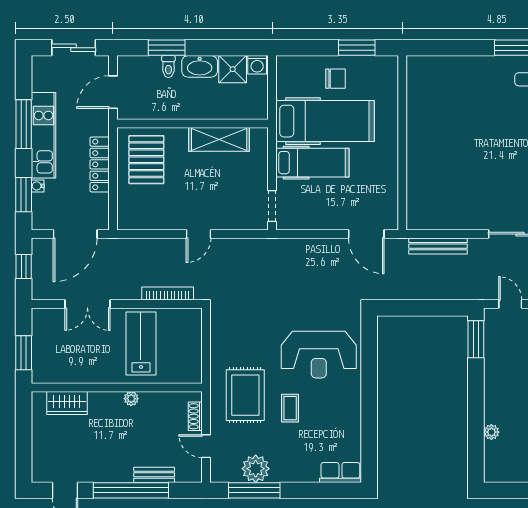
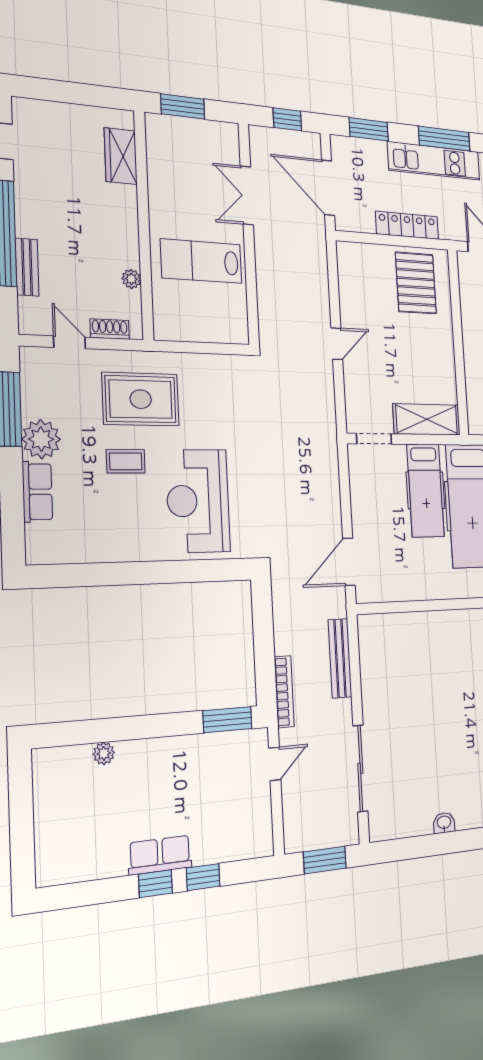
shelving: (219, 139) -> (427, 419), moved, turned 90
pallet: (146, 160) -> (416, 283), turned 90
water cooler: (38, 186) -> (379, 147), removed
door: (199, 234) -> (337, 344), swing flipped
bookcase: (168, 293) -> (284, 692), moved
lab bench: (141, 344) -> (201, 261), turned 180
plant: (131, 399) -> (131, 279), moved
door: (206, 446) -> (69, 342), hinge flipped
plant: (256, 469) -> (41, 439), moved
row of seats: (340, 473) -> (37, 492), moved

